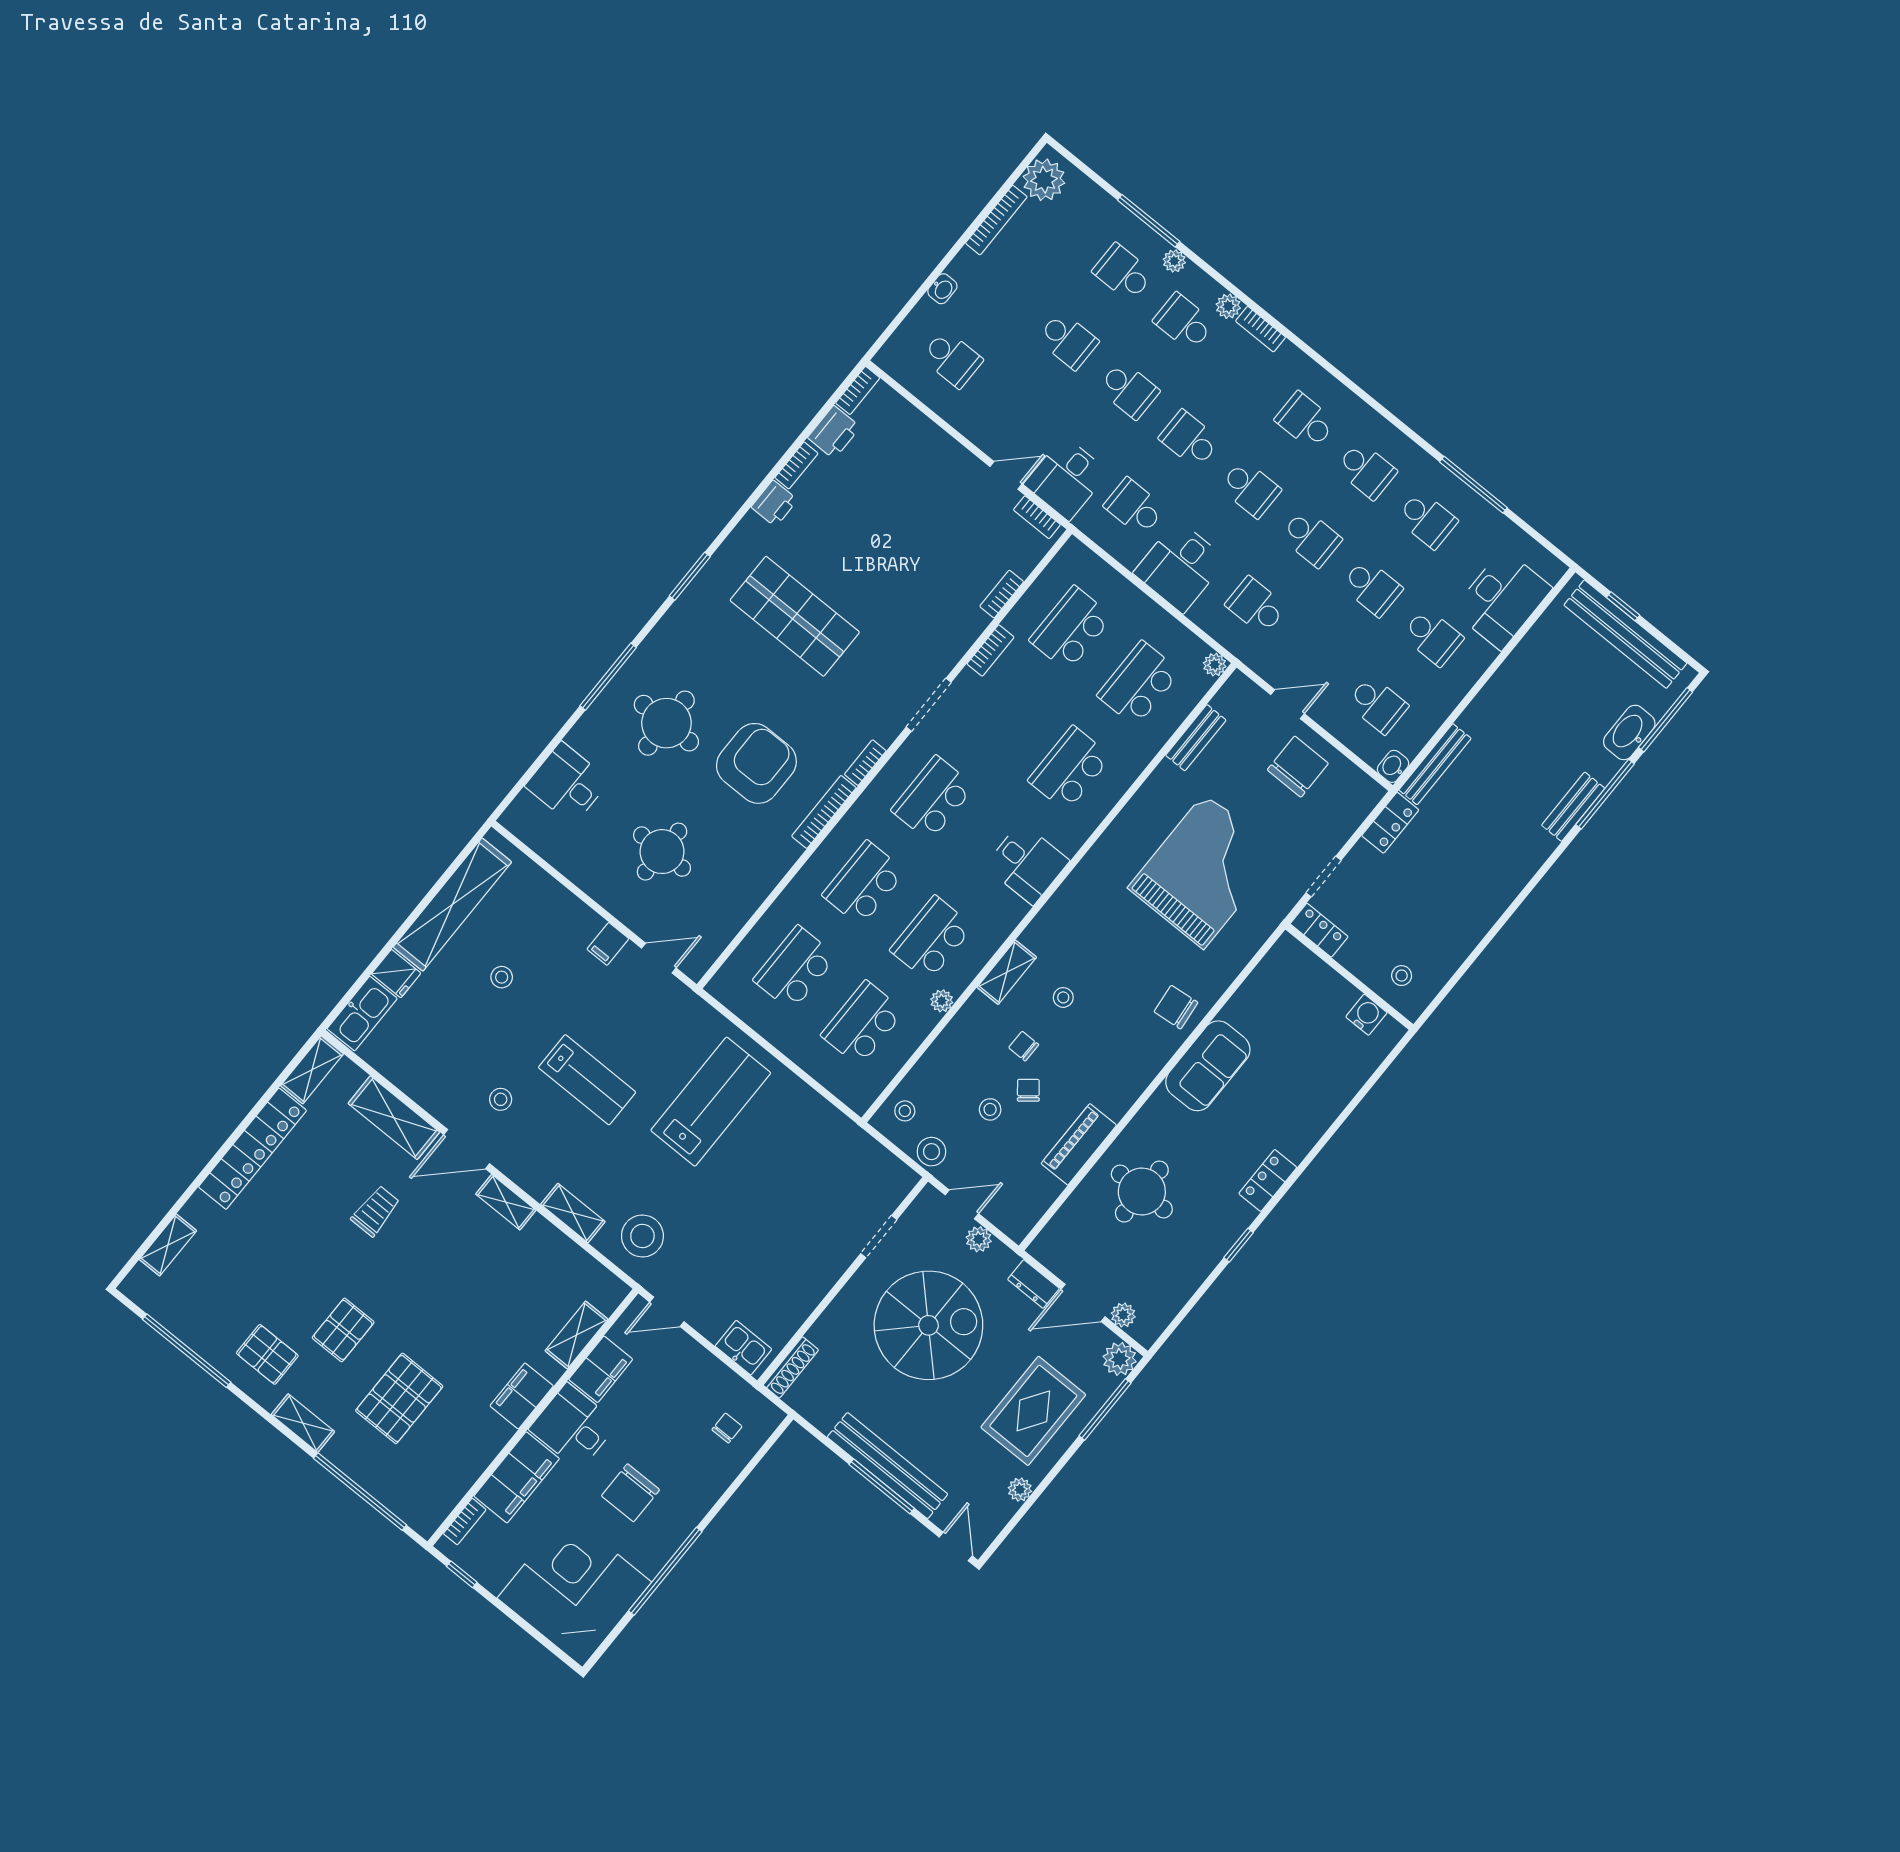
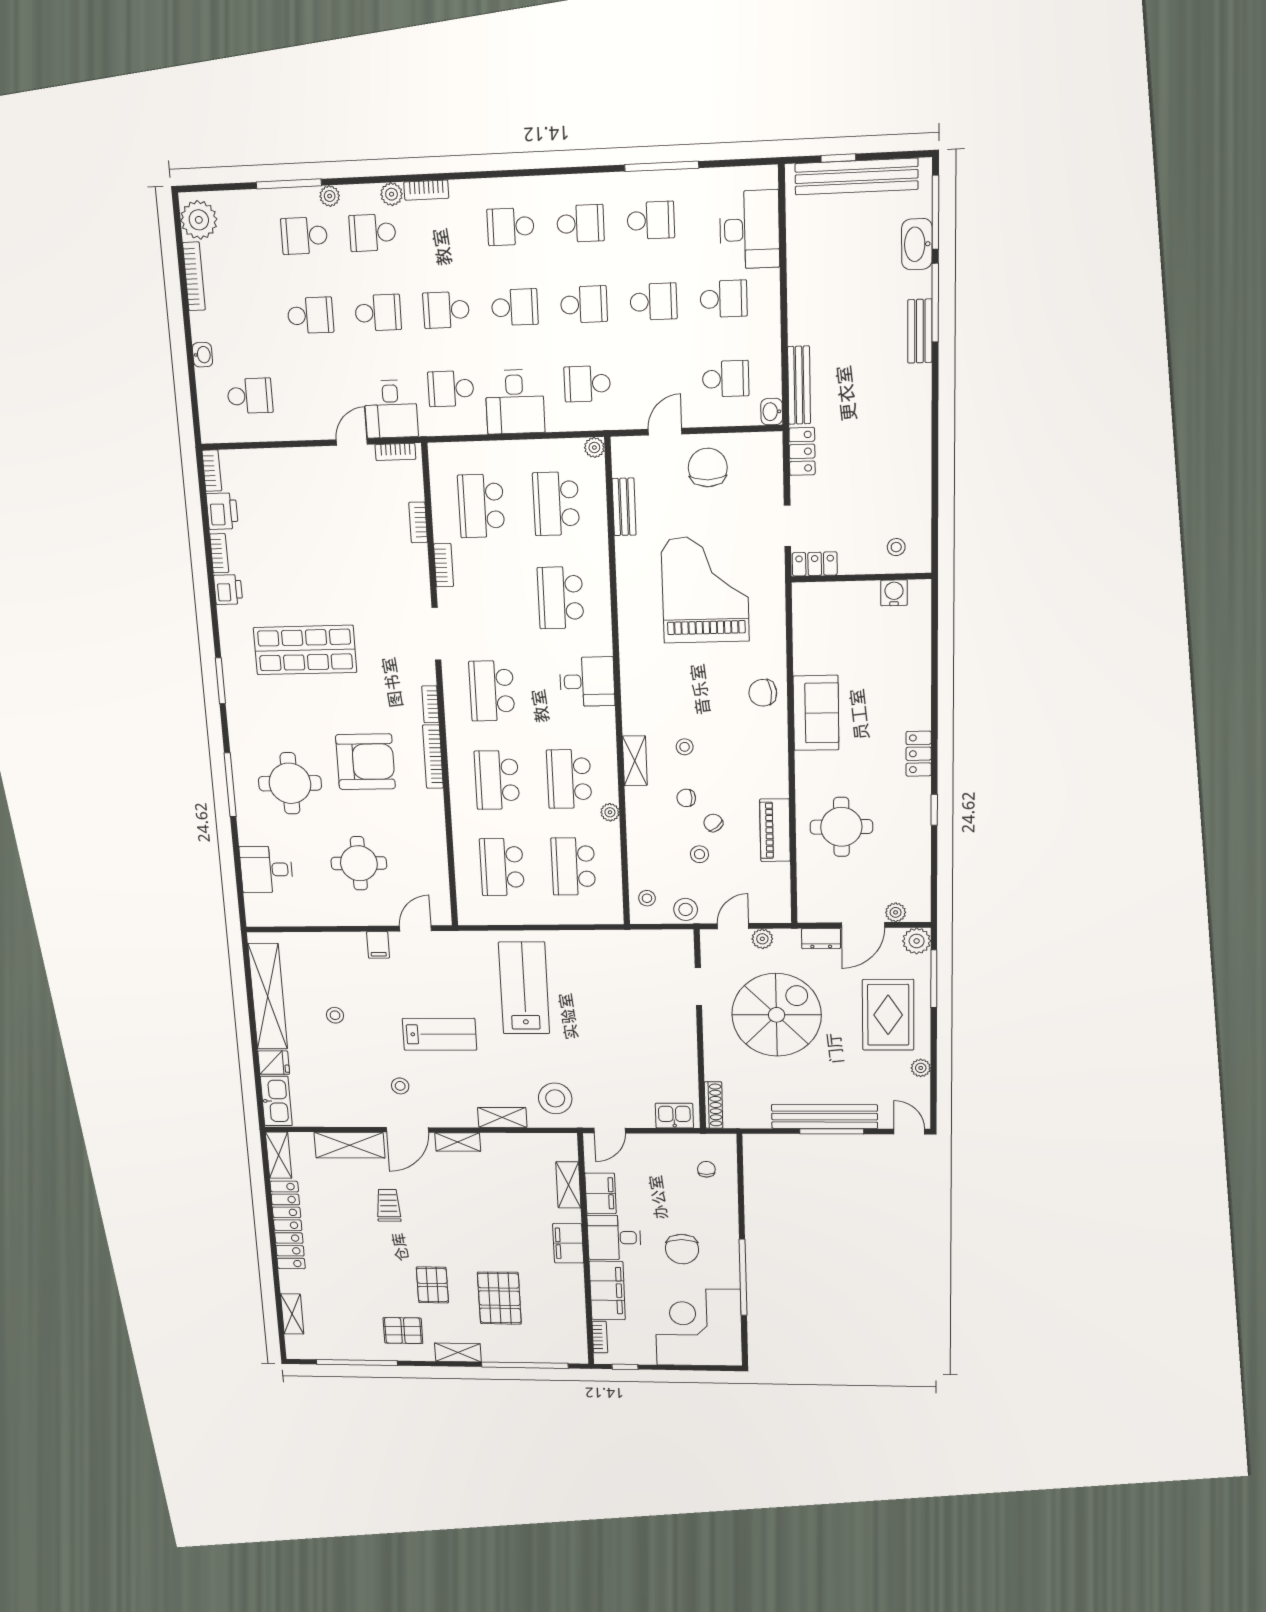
armchair: (756, 763) -> (365, 762), turned 90

